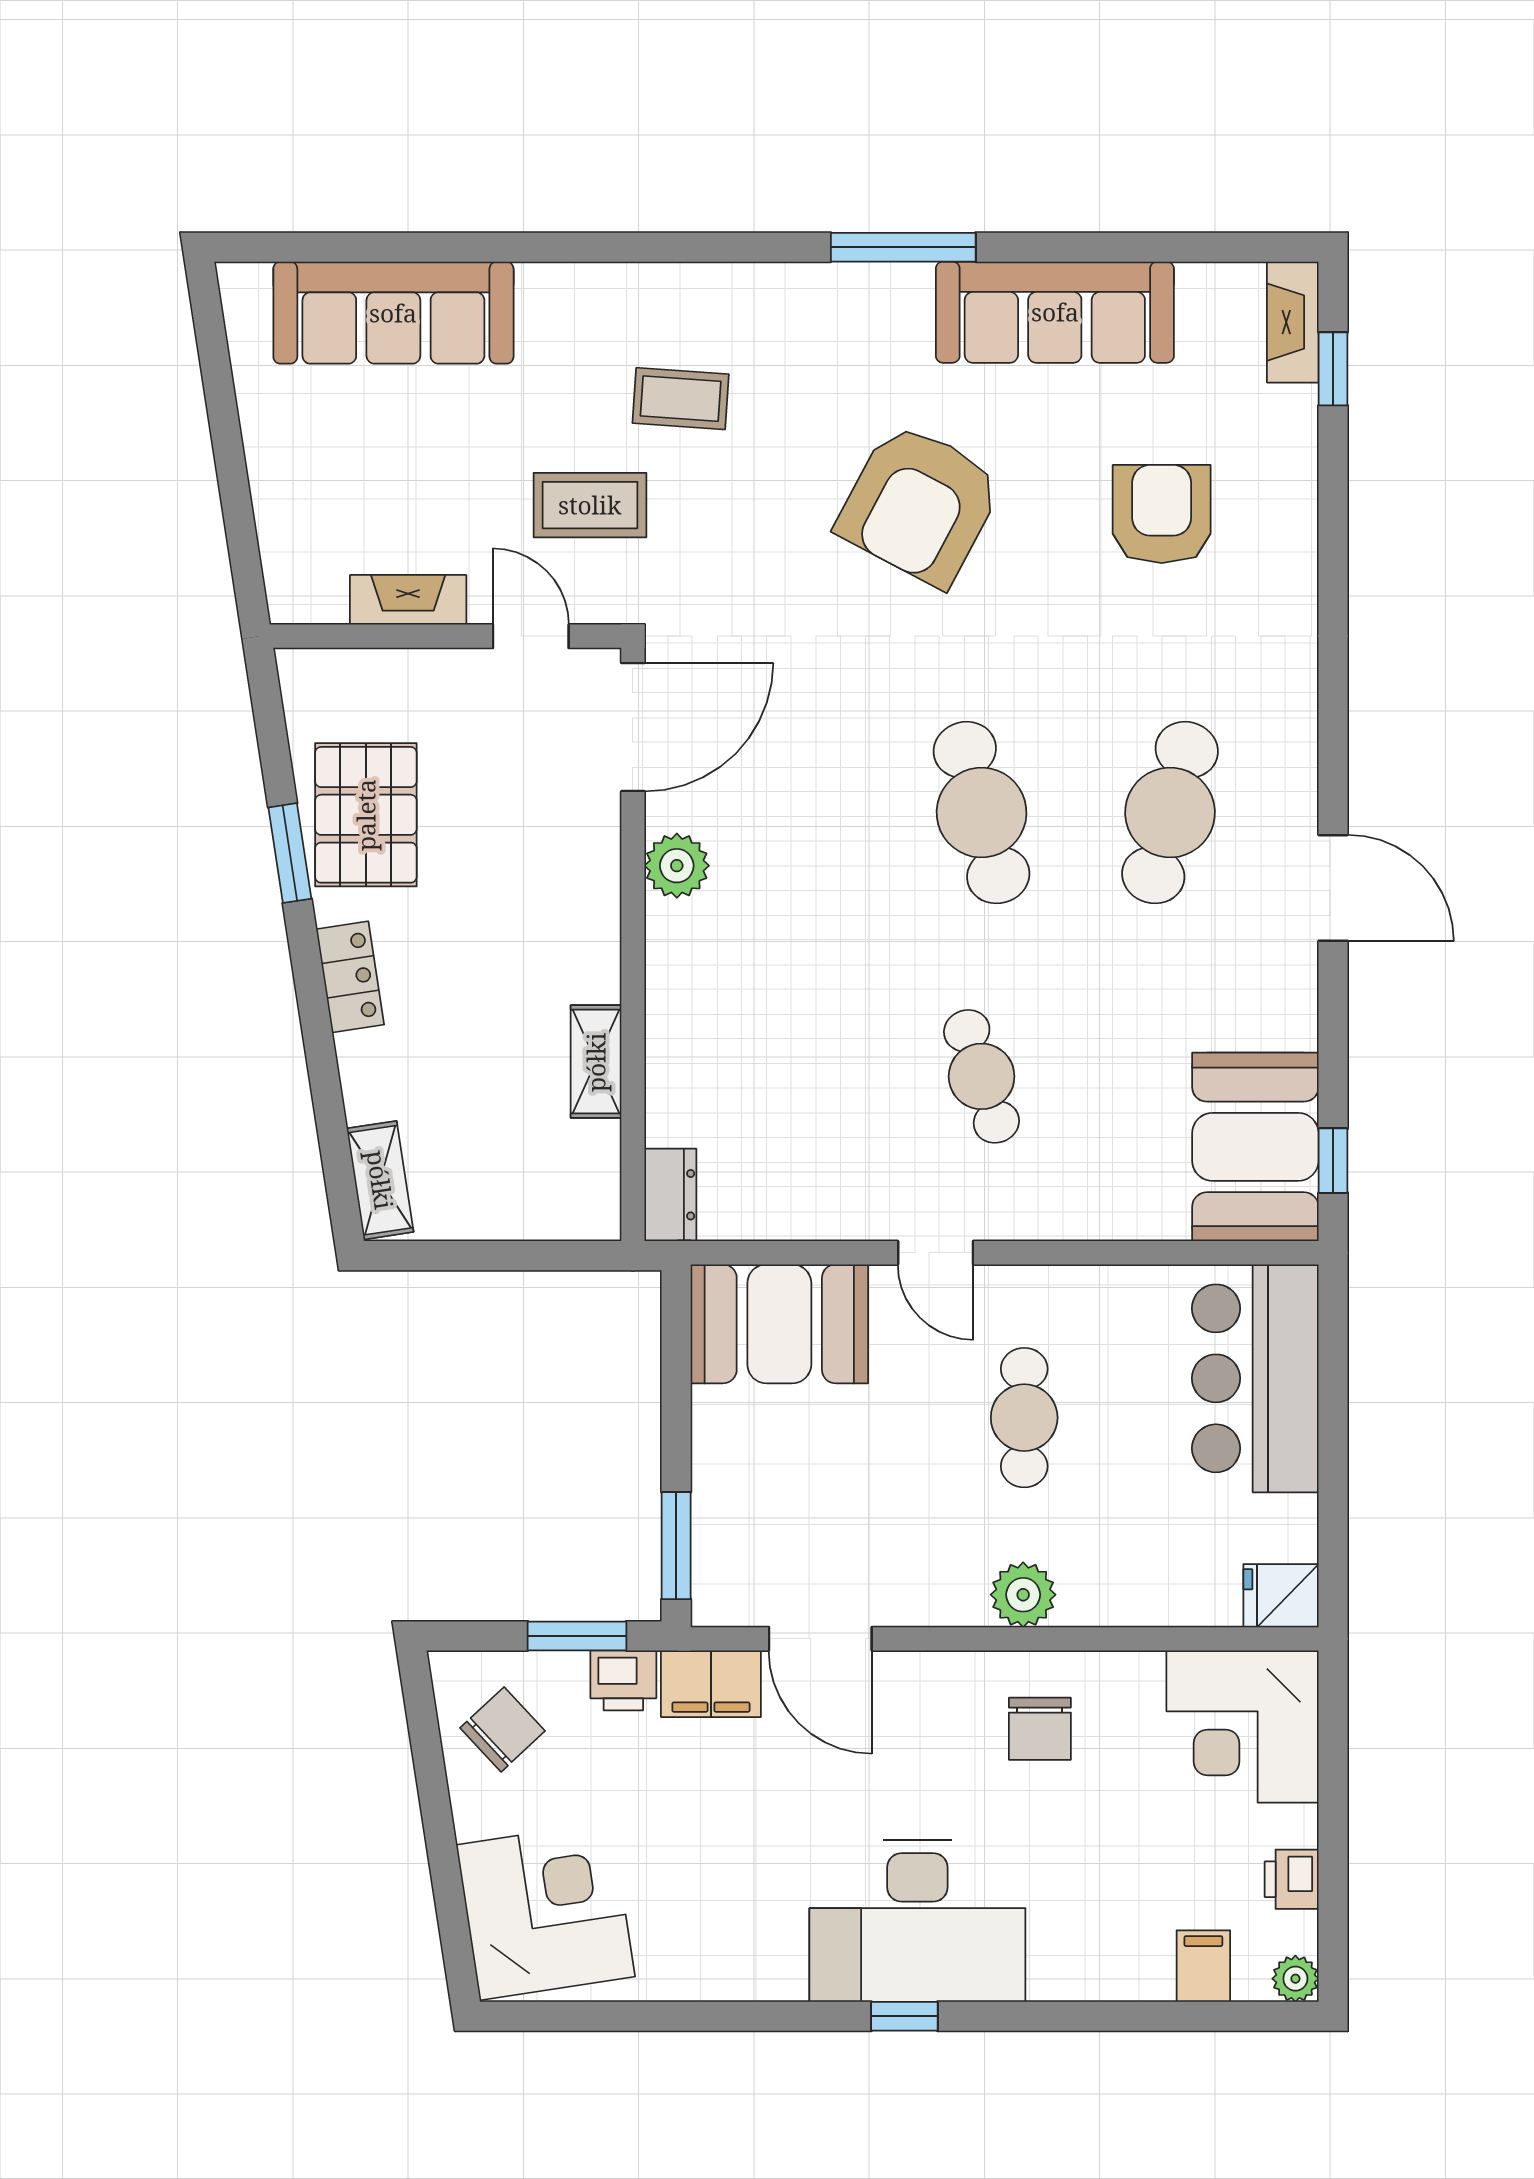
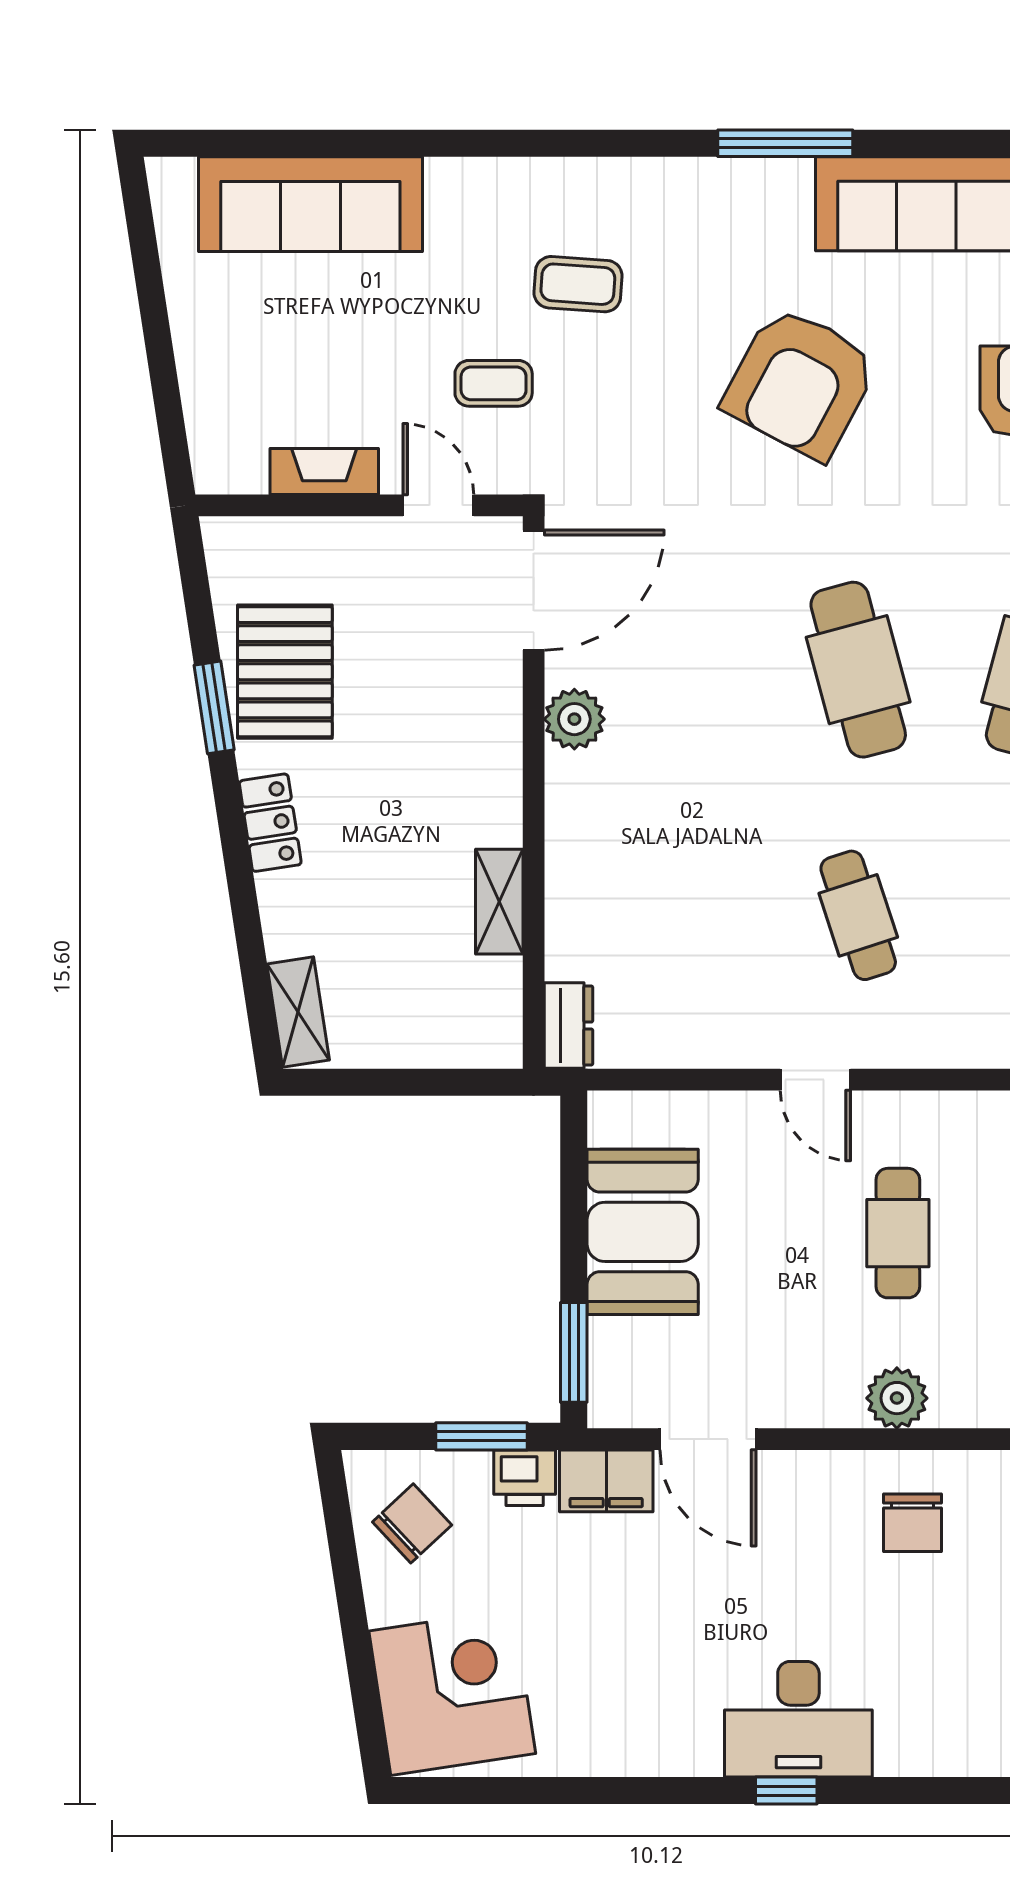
coffee table: (590, 505) -> (494, 383), width x0.73, depth x0.77
booth: (779, 1324) -> (643, 1232), moved, turned 90
desk: (917, 1921) -> (798, 1719), width x0.73, depth x0.77

